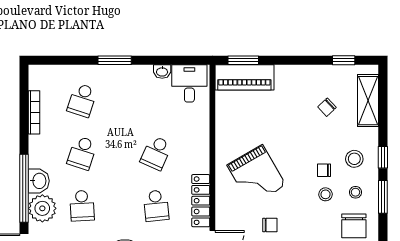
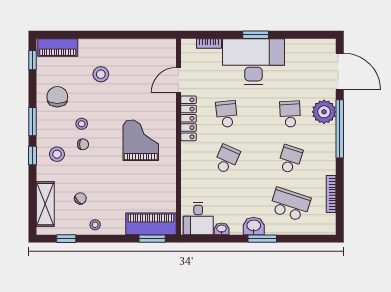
school desk: (82, 100) -> (290, 204), width x1.85
grand piano: (256, 175) -> (141, 140), turned 30
washbasin: (39, 181) -> (254, 226), moved, turned 90
stool: (356, 192) -> (95, 225), moved
chair: (270, 225) -> (129, 97), removed

